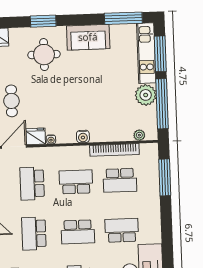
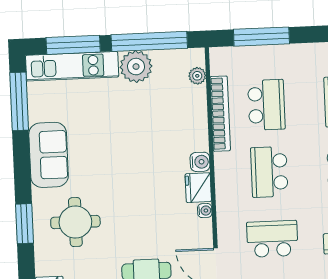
fridge: (36, 136) -> (198, 188), moved
school desk: (32, 184) -> (272, 239), turned 180

